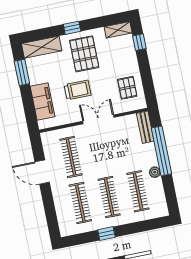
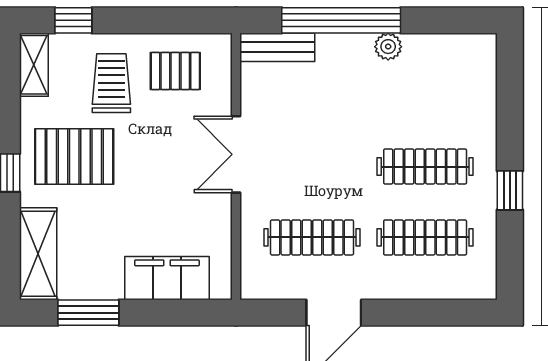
trolley: (78, 90) -> (111, 83), moved
clothes rail: (138, 191) -> (425, 96), removed

